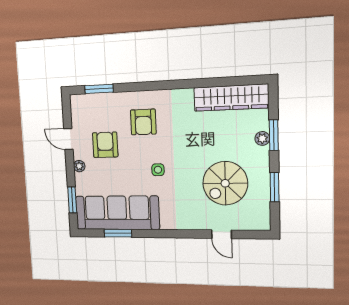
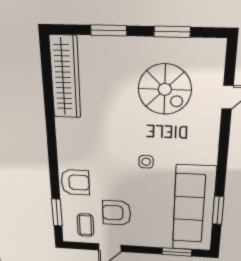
coffee table: (89, 116) -> (85, 225), added
armchair: (143, 122) -> (75, 182), moved
plant: (262, 138) -> (112, 44), removed
plant: (79, 166) -> (139, 241), removed

